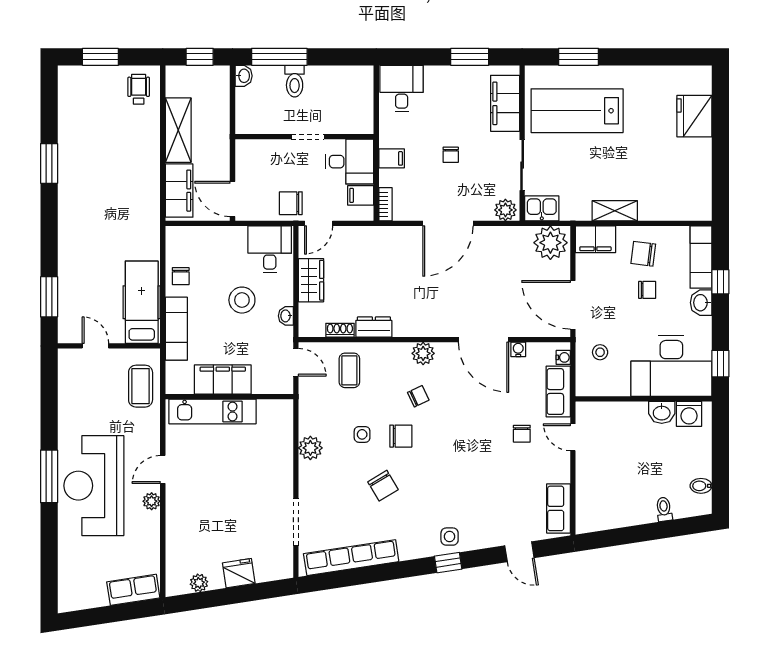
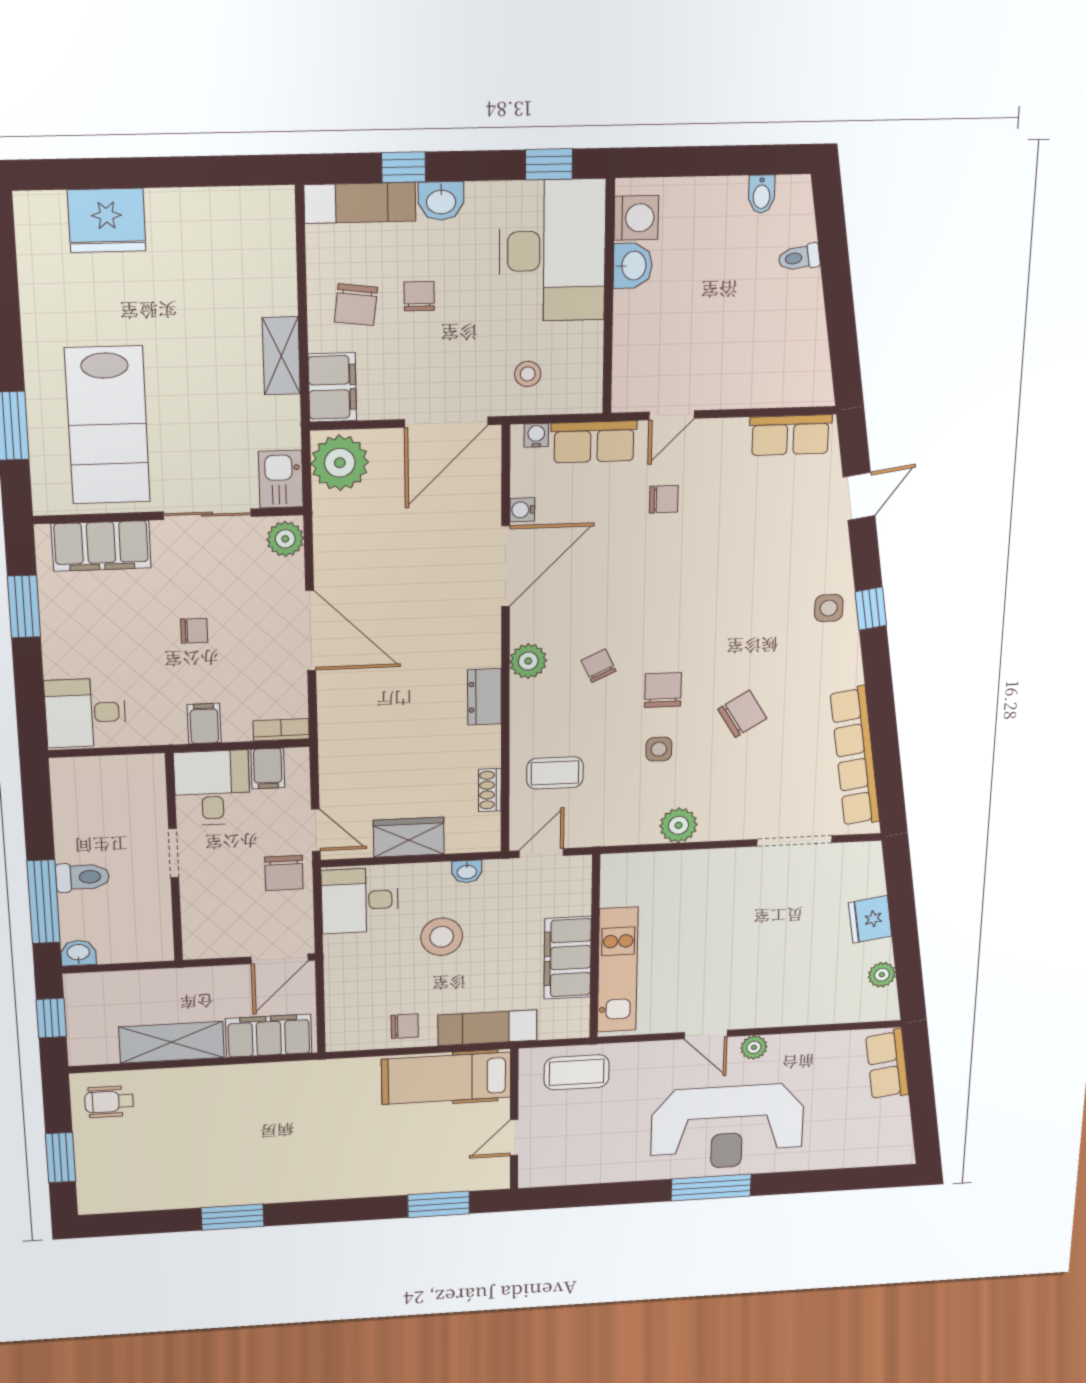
dresser: (374, 327) -> (484, 697), moved

